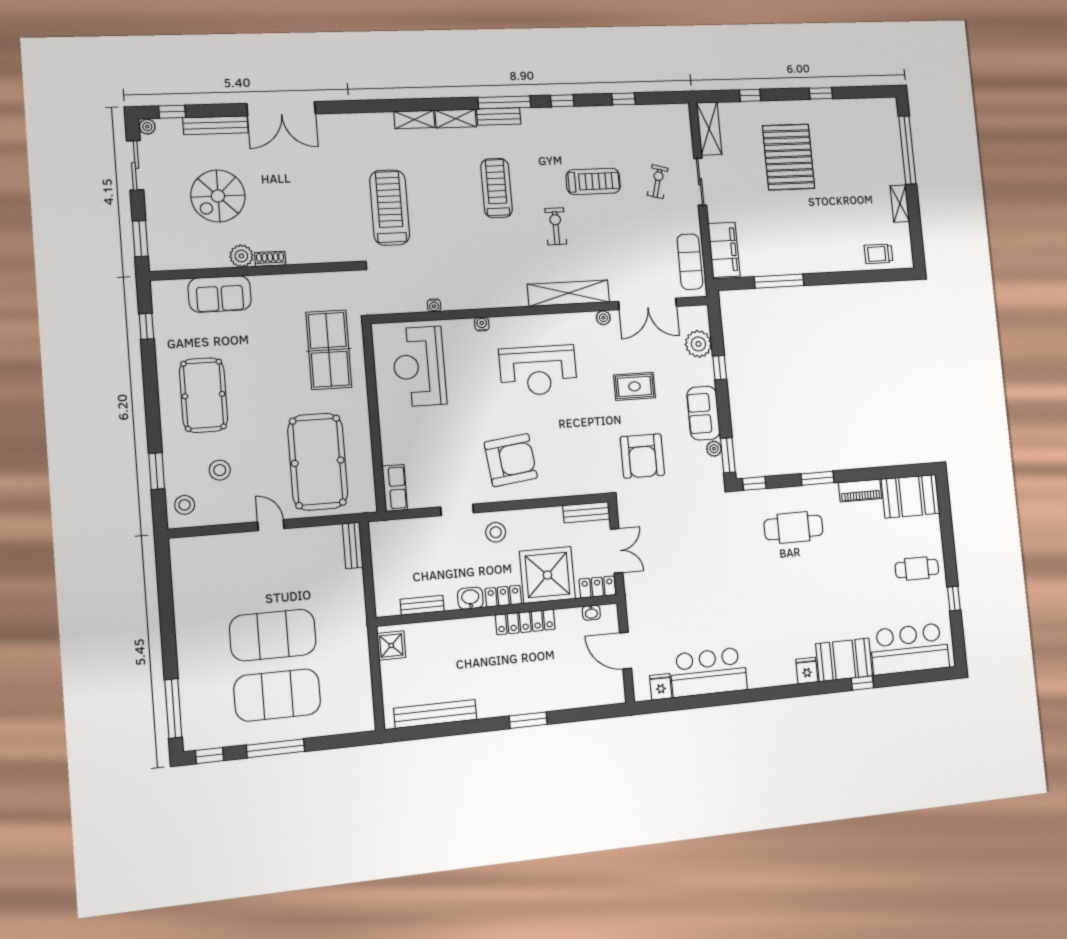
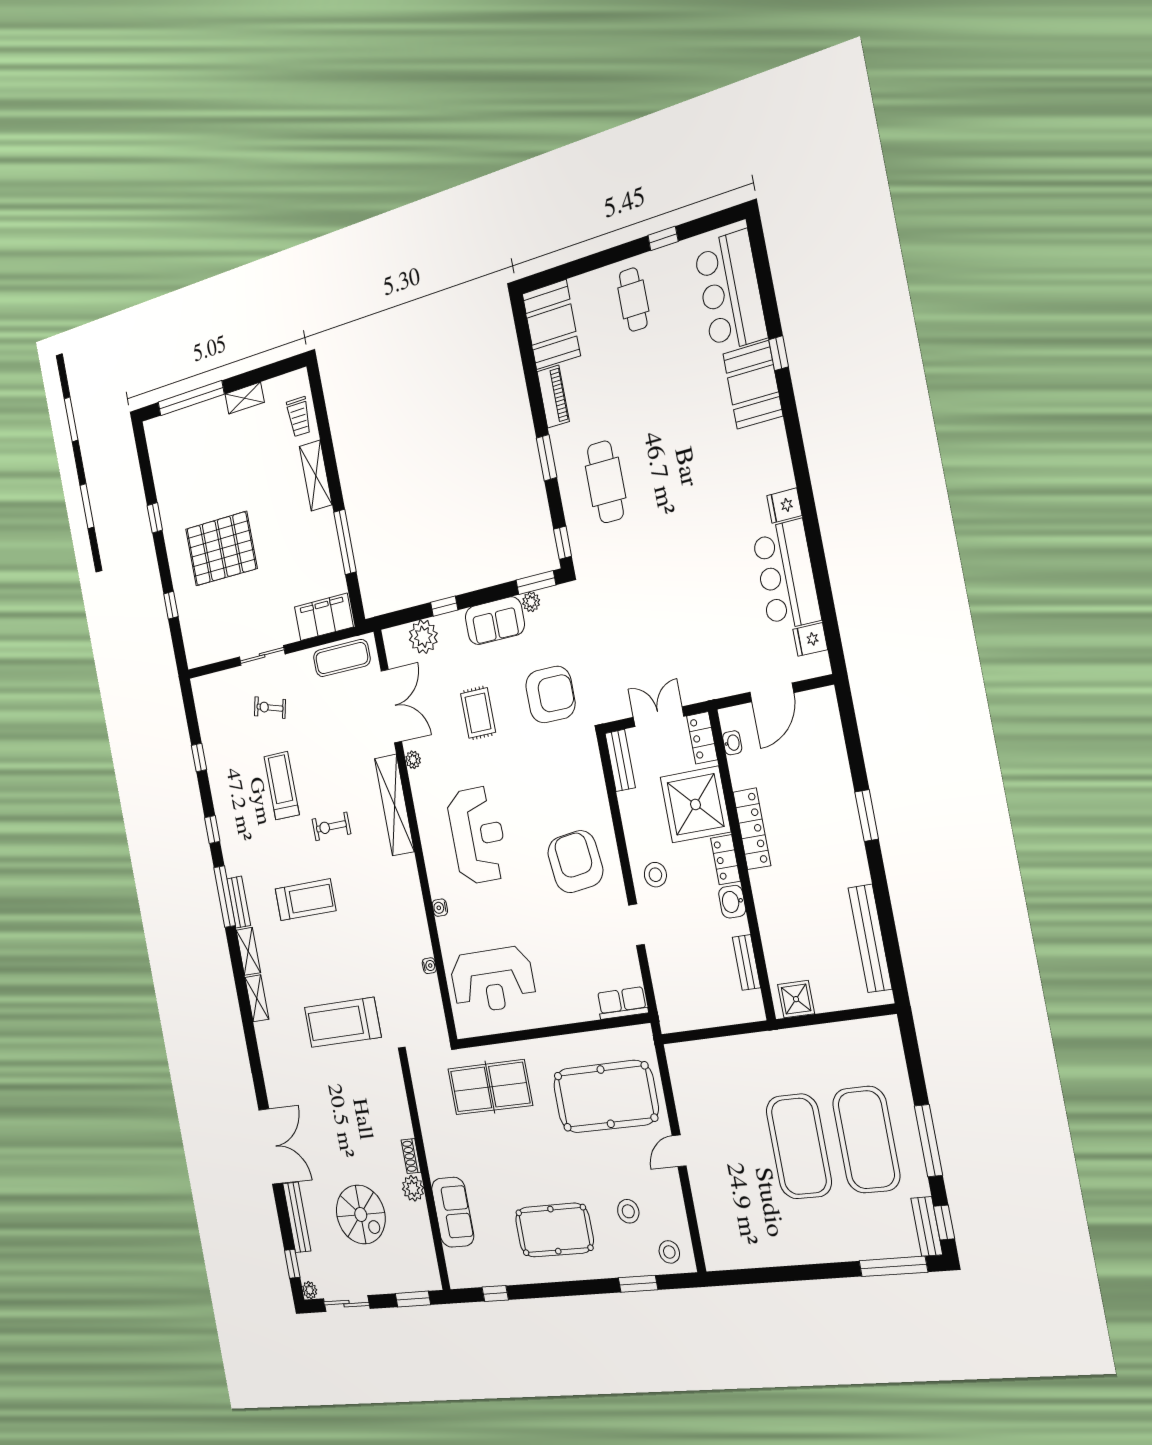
shelving: (709, 129) -> (316, 476), moved, turned 90
treadmill: (497, 188) -> (305, 900), turned 180
bench: (353, 545) -> (927, 1227), moved, turned 90
fridge: (807, 671) -> (784, 506), moved

